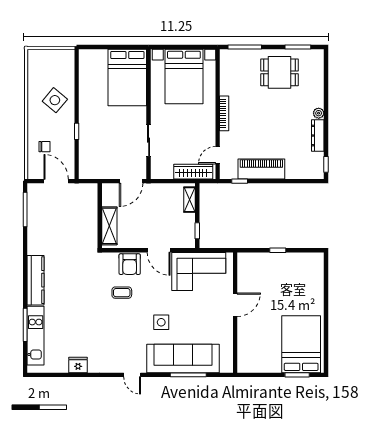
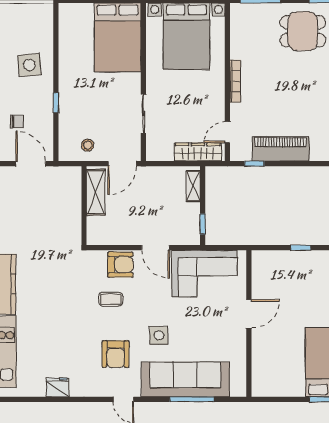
side table: (55, 100) -> (29, 65), turned 45
stool: (103, 166) -> (88, 145), added
shelving: (109, 226) -> (96, 192), moved
armchair: (130, 264) -> (120, 265), turned -90
armchair: (126, 338) -> (116, 354), added

